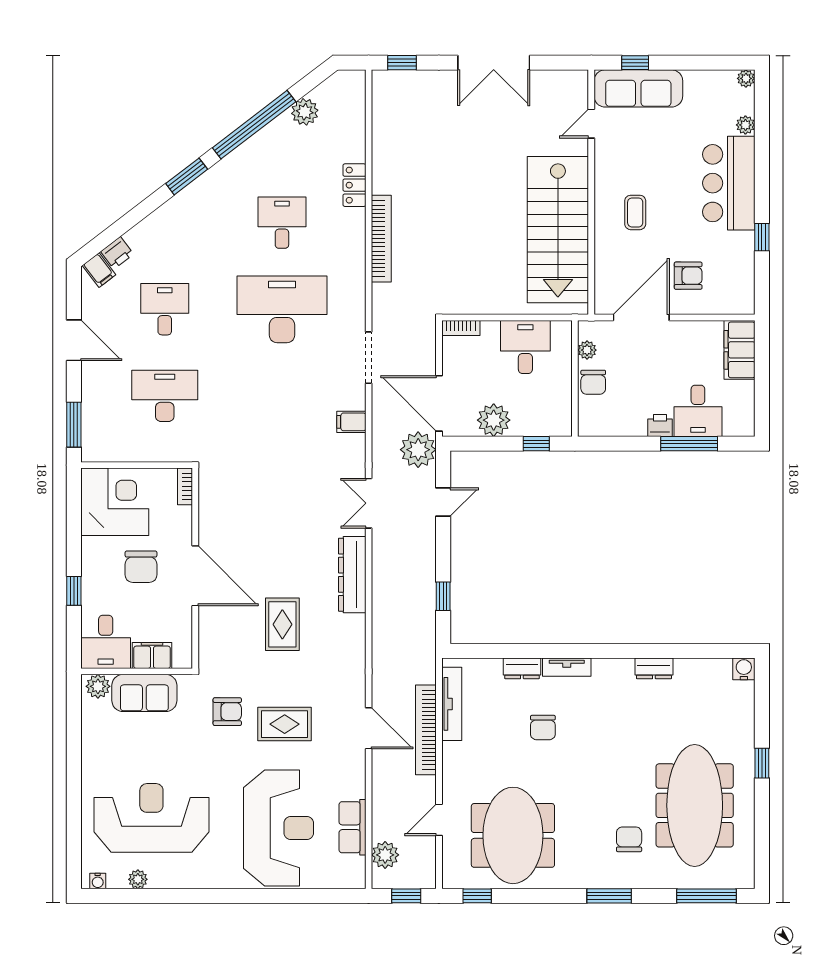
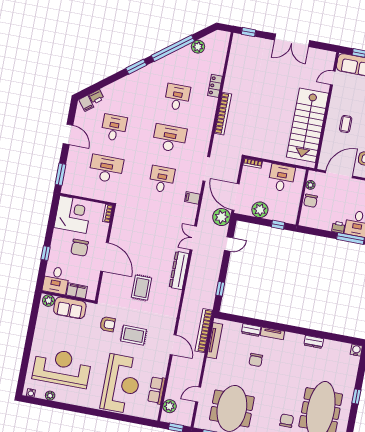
desk: (282, 309) -> (170, 138), width x0.73, depth x0.77
desk: (282, 396) -> (162, 179), added
bookcase: (426, 730) -> (204, 331), moved

